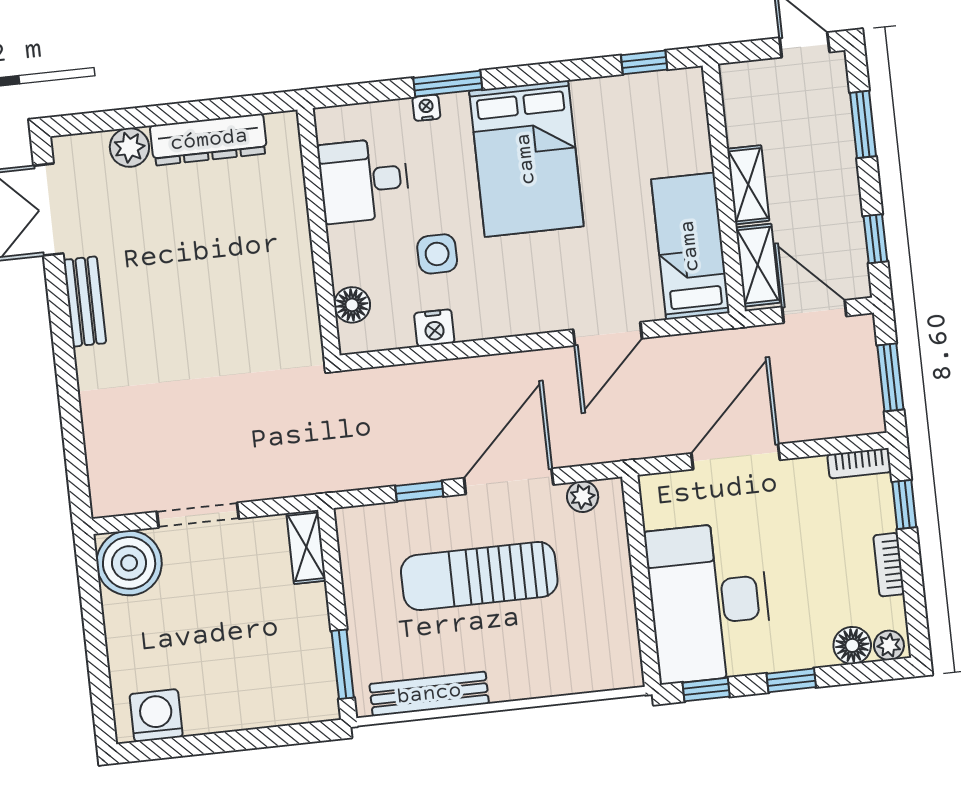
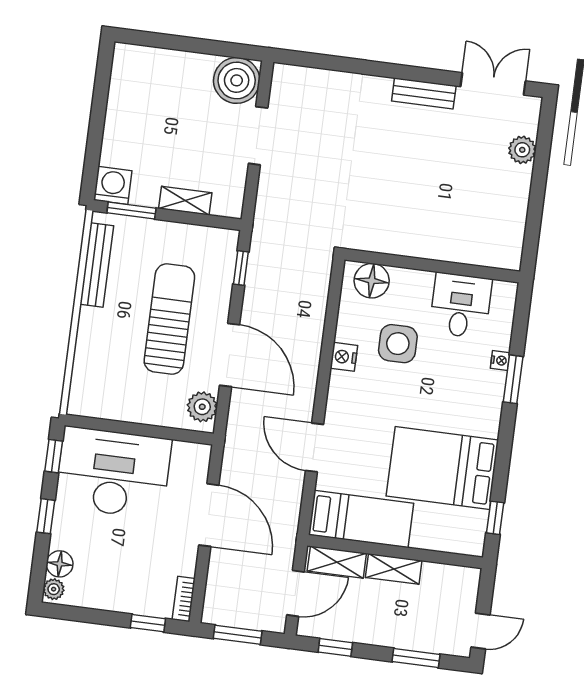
dresser: (209, 140) -> (514, 205), removed
bed: (526, 159) -> (442, 468), moved
side table: (437, 254) -> (398, 344), width x1.37, depth x1.37
floor lamp: (352, 305) -> (372, 281), width x1.38, depth x1.38
nightstand: (434, 328) -> (344, 357), moved
window: (419, 491) -> (241, 268), moved
plant: (583, 497) -> (202, 407), width x1.38, depth x1.38
shelving: (306, 547) -> (185, 201), moved
bookcase: (889, 565) -> (109, 602), removed
washing machine: (156, 715) -> (113, 185), moved, turned -90

